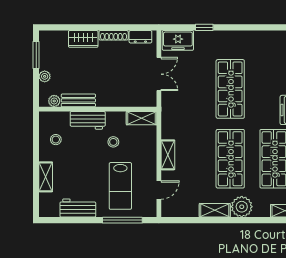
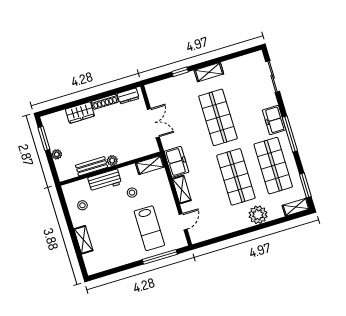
freezer: (178, 40) -> (176, 162), moved, turned -90
plant: (54, 101) -> (112, 160), moved
workbench: (78, 208) -> (119, 258), removed
shelving: (215, 210) -> (209, 72), moved

